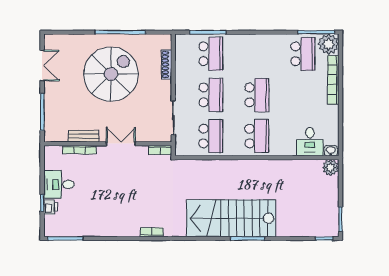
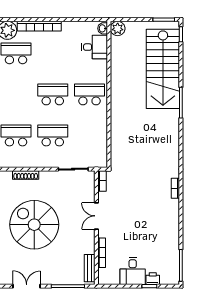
bench: (84, 136) -> (90, 268), moved
school desk: (211, 136) -> (89, 135), removed
stairs: (231, 218) -> (163, 69), moved

